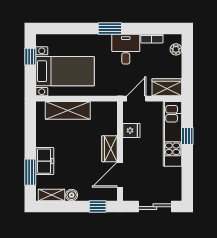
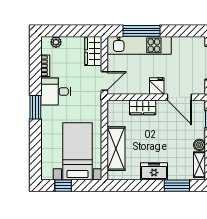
door: (136, 99) -> (104, 81), swing flipped
fridge: (131, 130) -> (157, 86), moved
window: (187, 136) -> (141, 31), width x2.17
wardrobe: (110, 149) -> (143, 107), moved
freezer: (45, 161) -> (154, 171), moved

